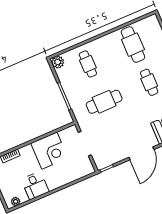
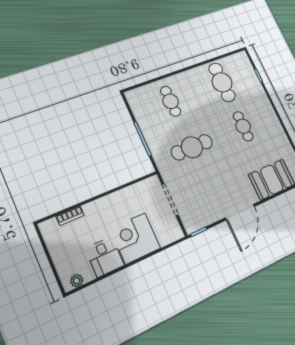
plant: (58, 62) -> (134, 97), removed
corner desk: (49, 151) -> (135, 238), moved, turned 180

